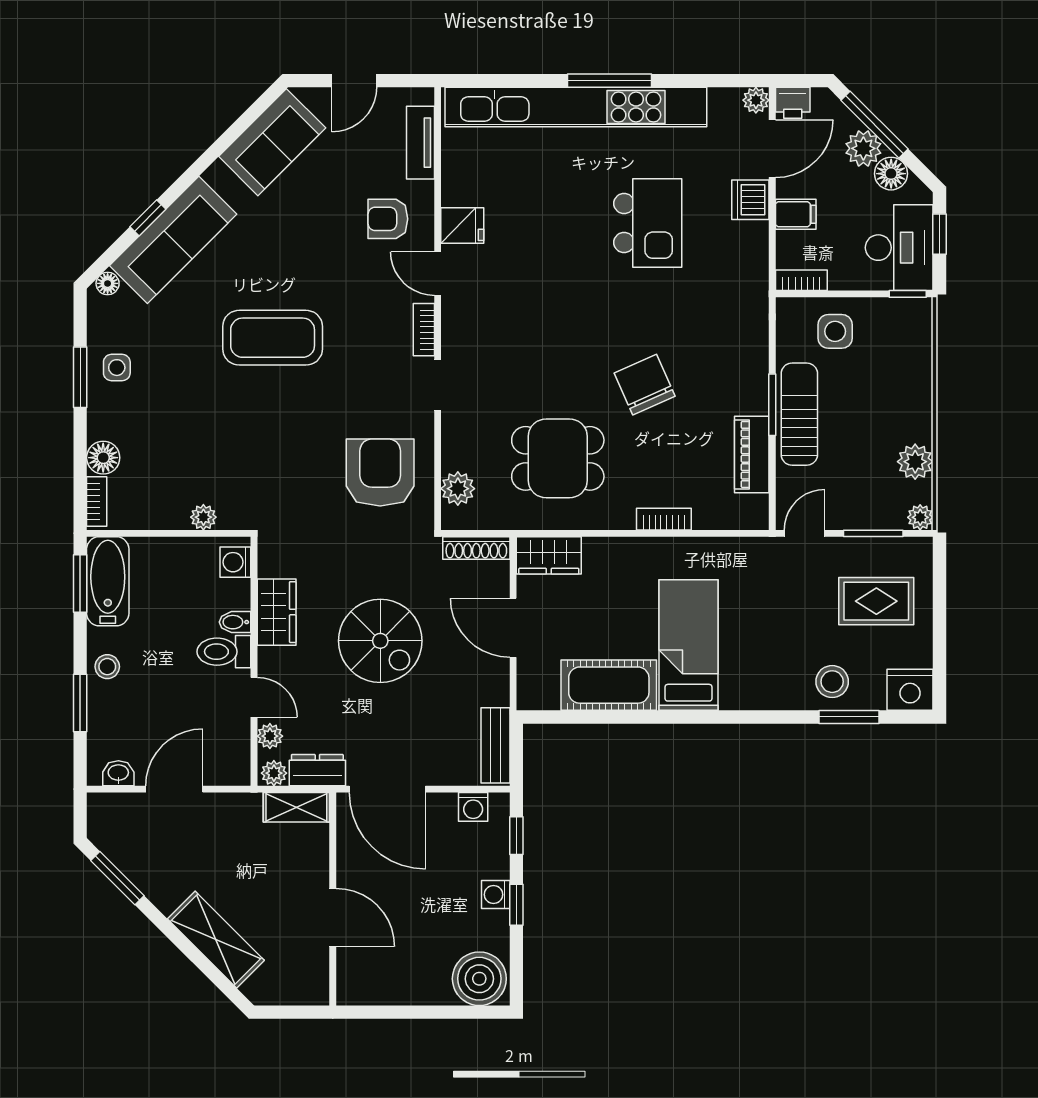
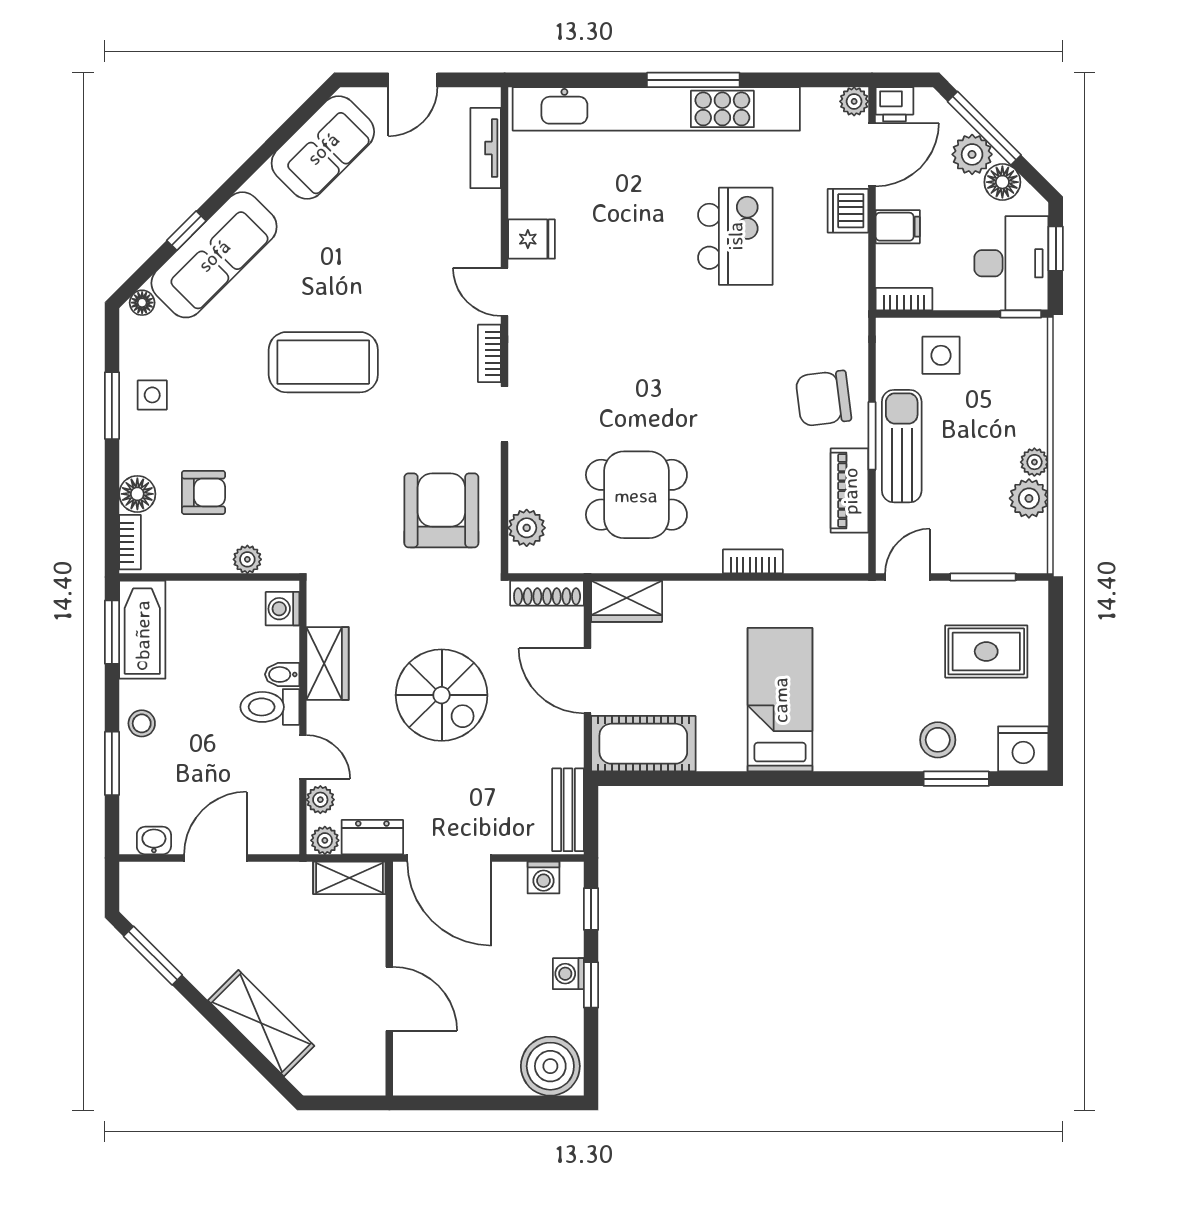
armchair: (388, 219) -> (203, 492), moved, turned 180
chair: (645, 385) -> (823, 398), moved, turned -73
plant: (920, 517) -> (1034, 462), moved
cot: (609, 685) -> (643, 744), moved

